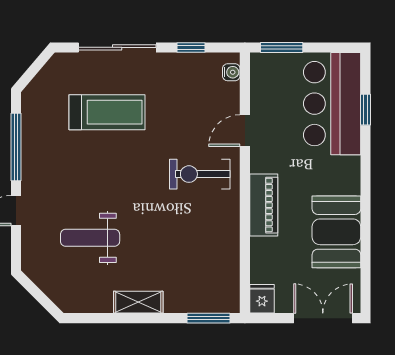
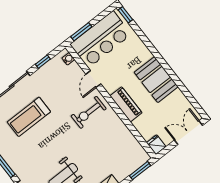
bar counter: (332, 104) -> (101, 39), moved, turned -90
window: (365, 110) -> (125, 15), moved
treadmill: (107, 112) -> (29, 117), turned 180
booth: (336, 232) -> (156, 80), moved

